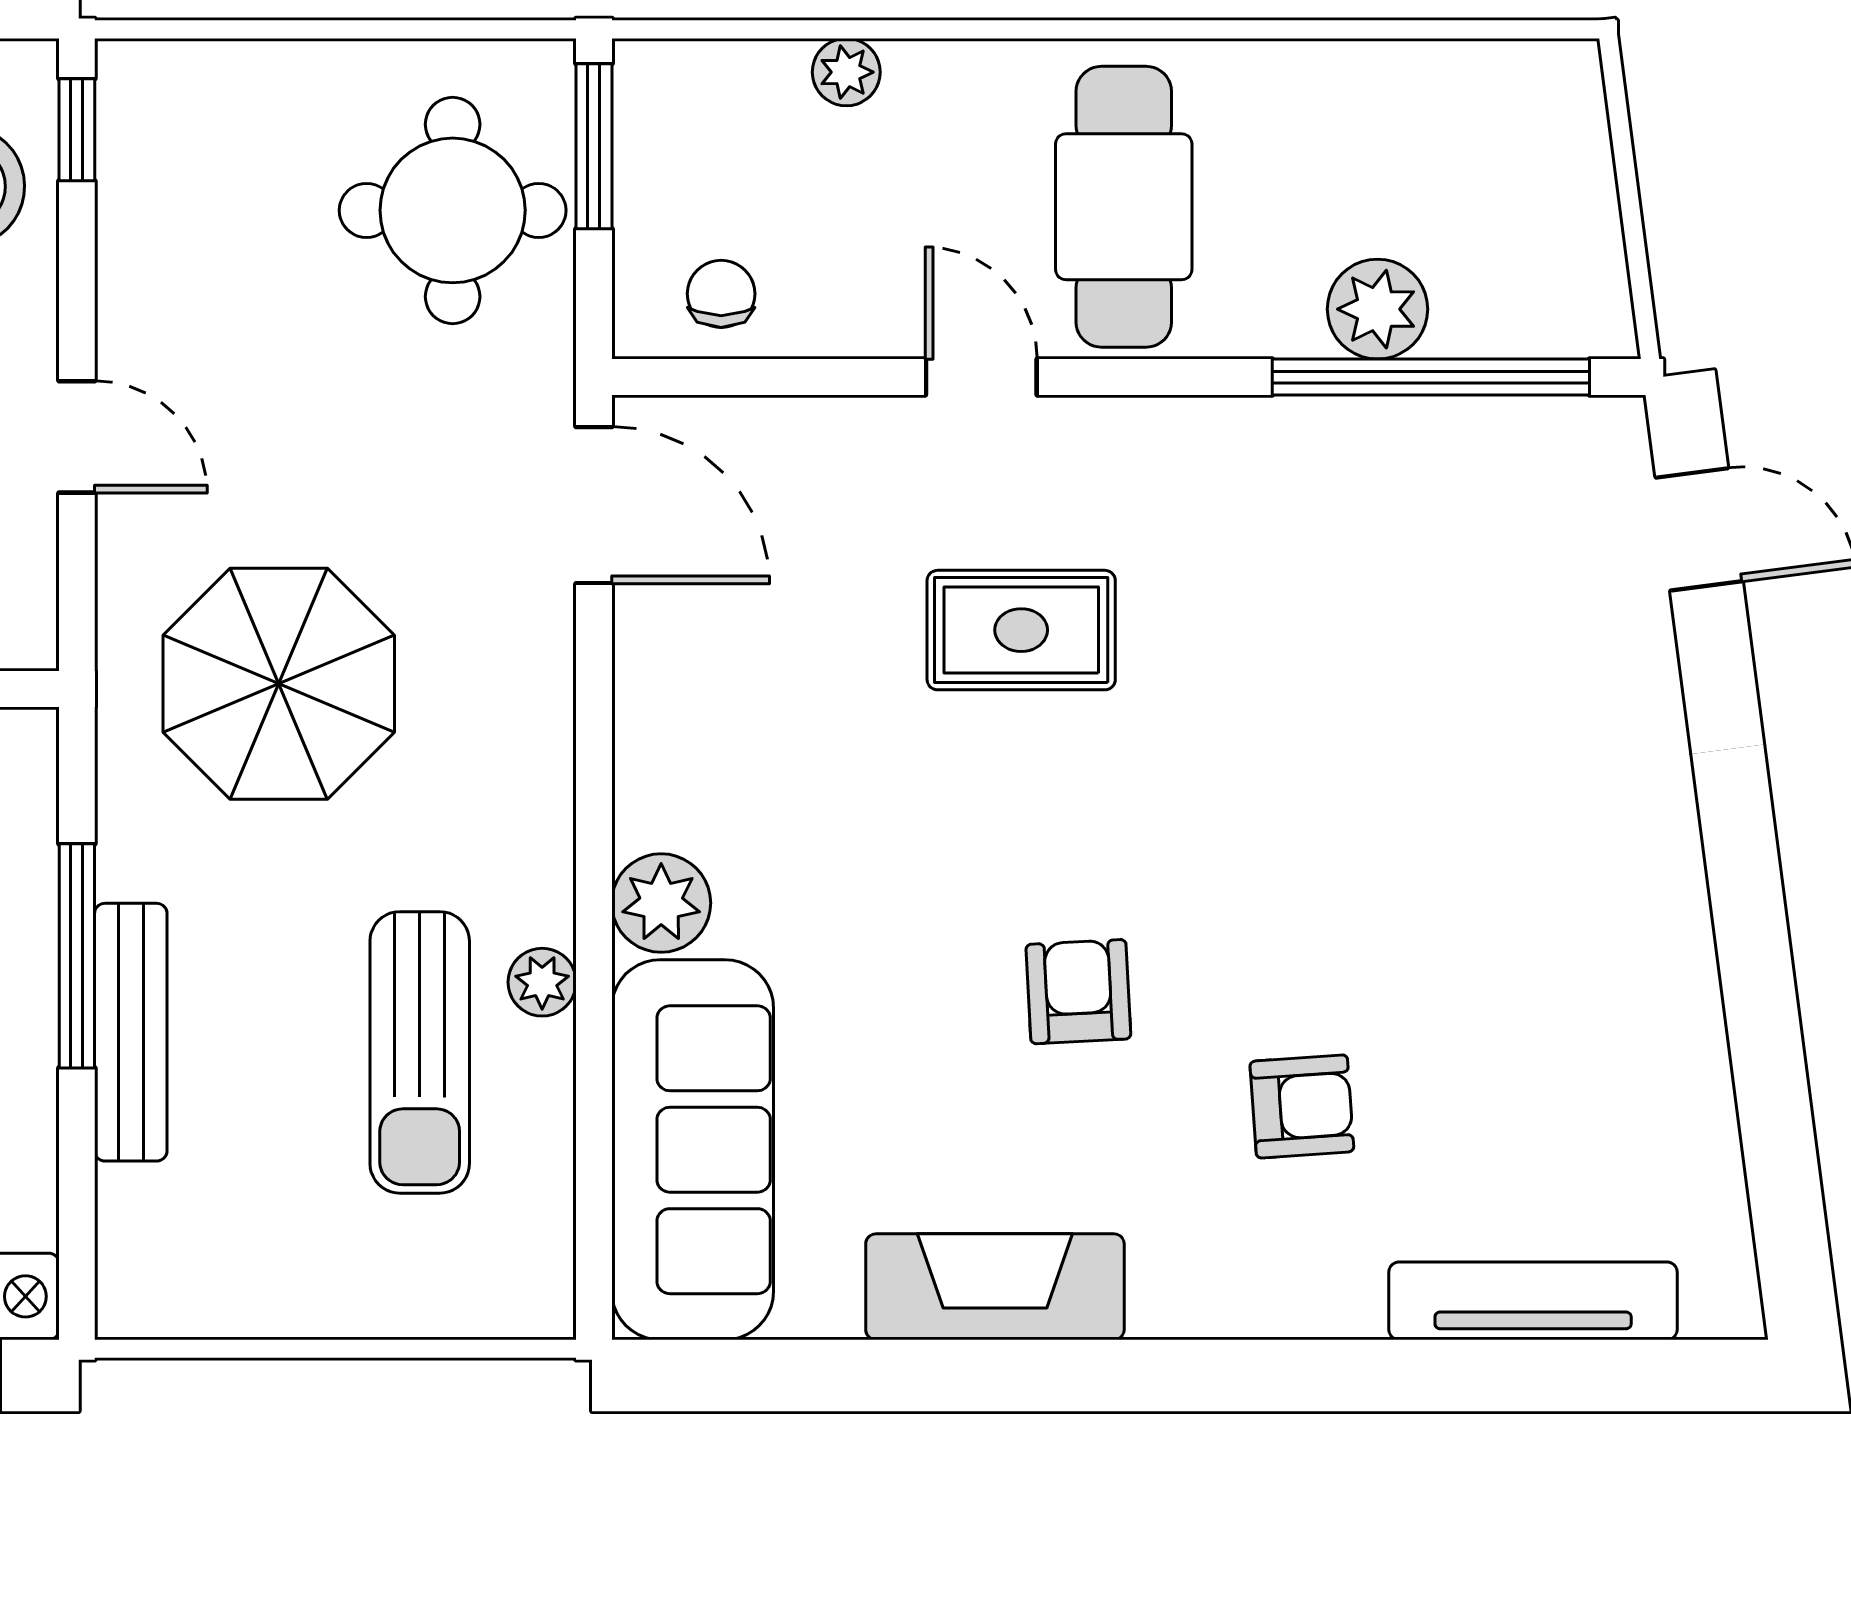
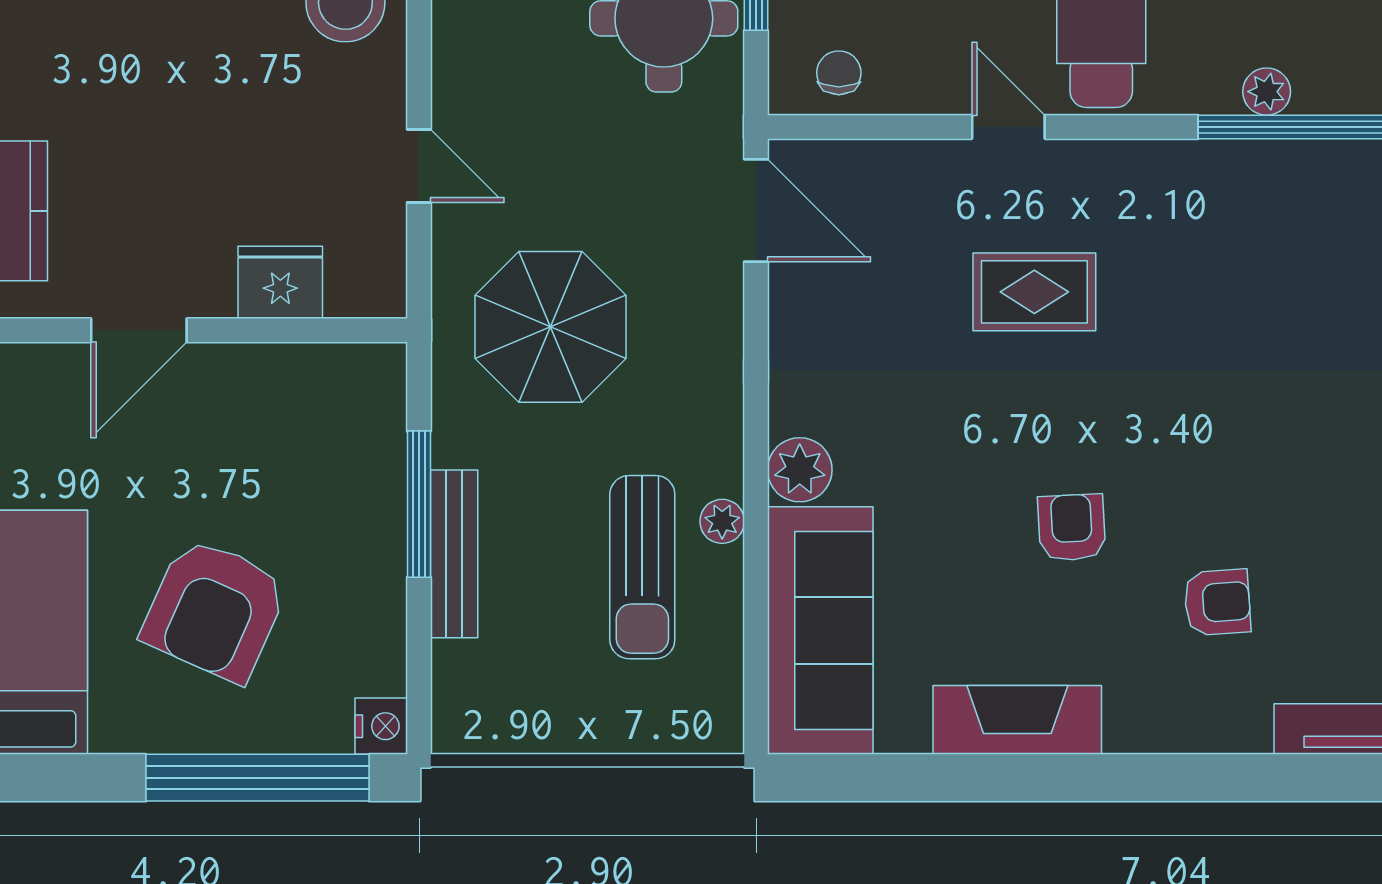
plant: (1377, 309) -> (1267, 92), width x0.73, depth x0.73

